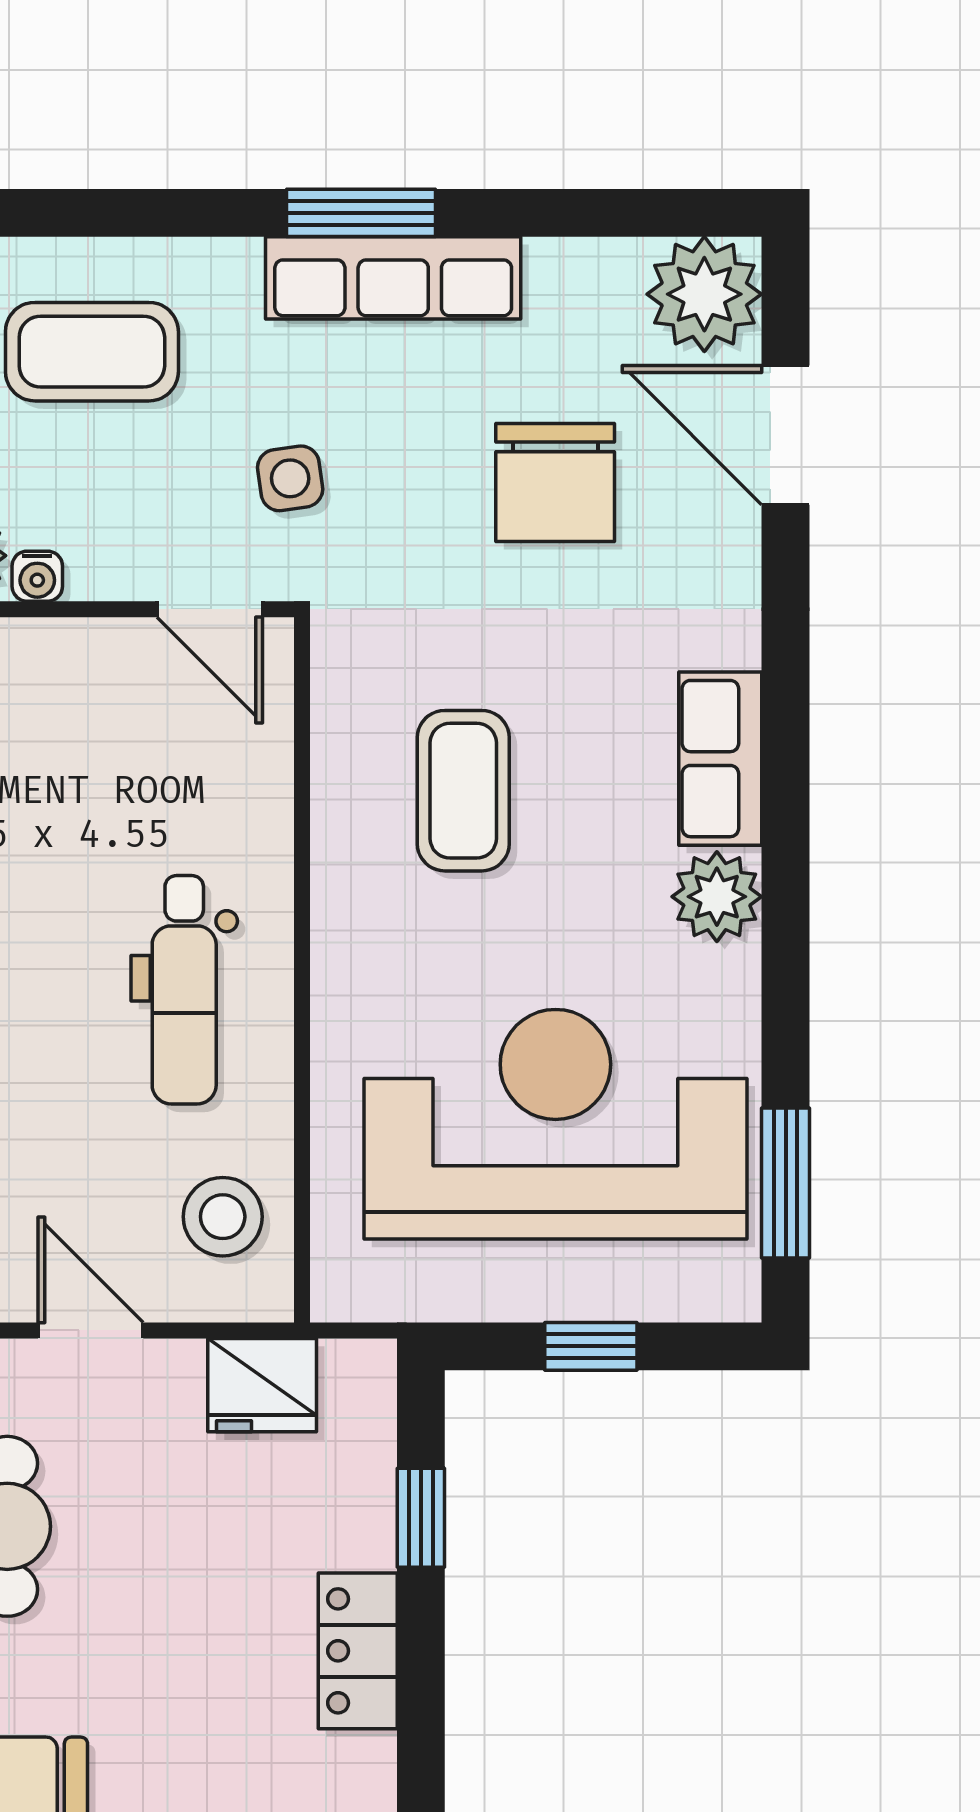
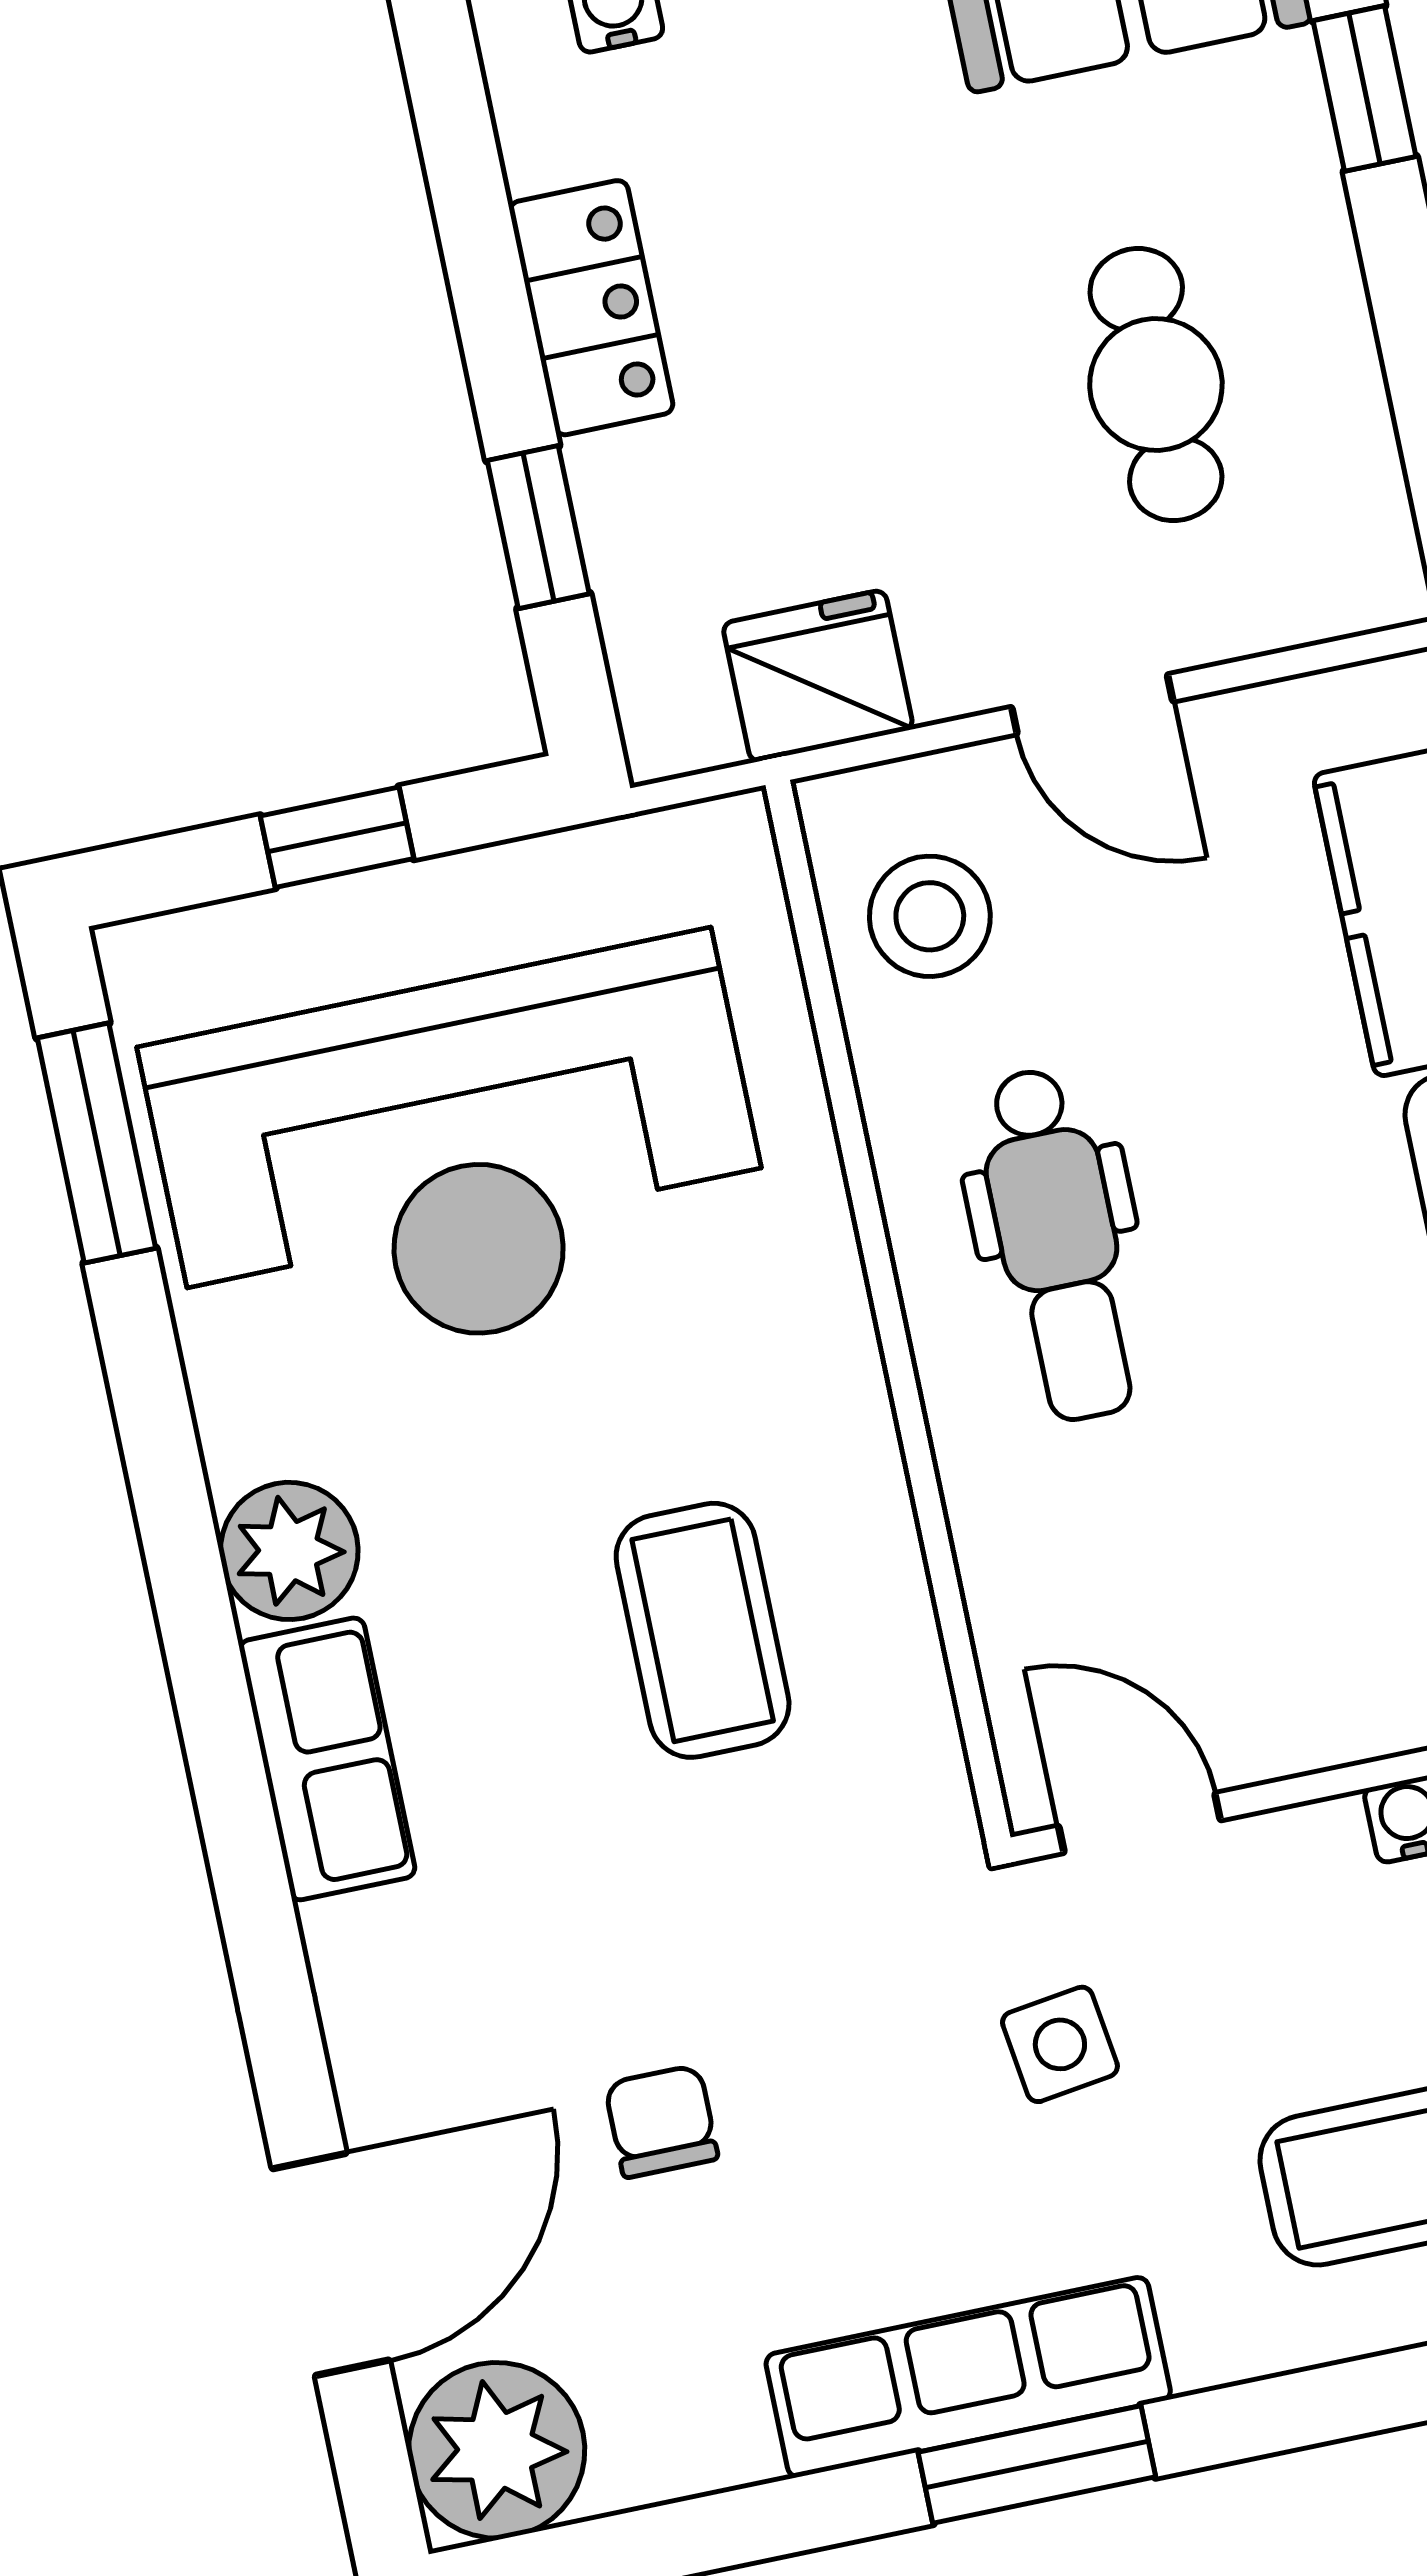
door: (786, 435) -> (331, 2264), hinge flipped
chair: (555, 482) -> (661, 2121), width x0.54, depth x0.54
dental chair: (184, 990) -> (1059, 1244), turned 180

